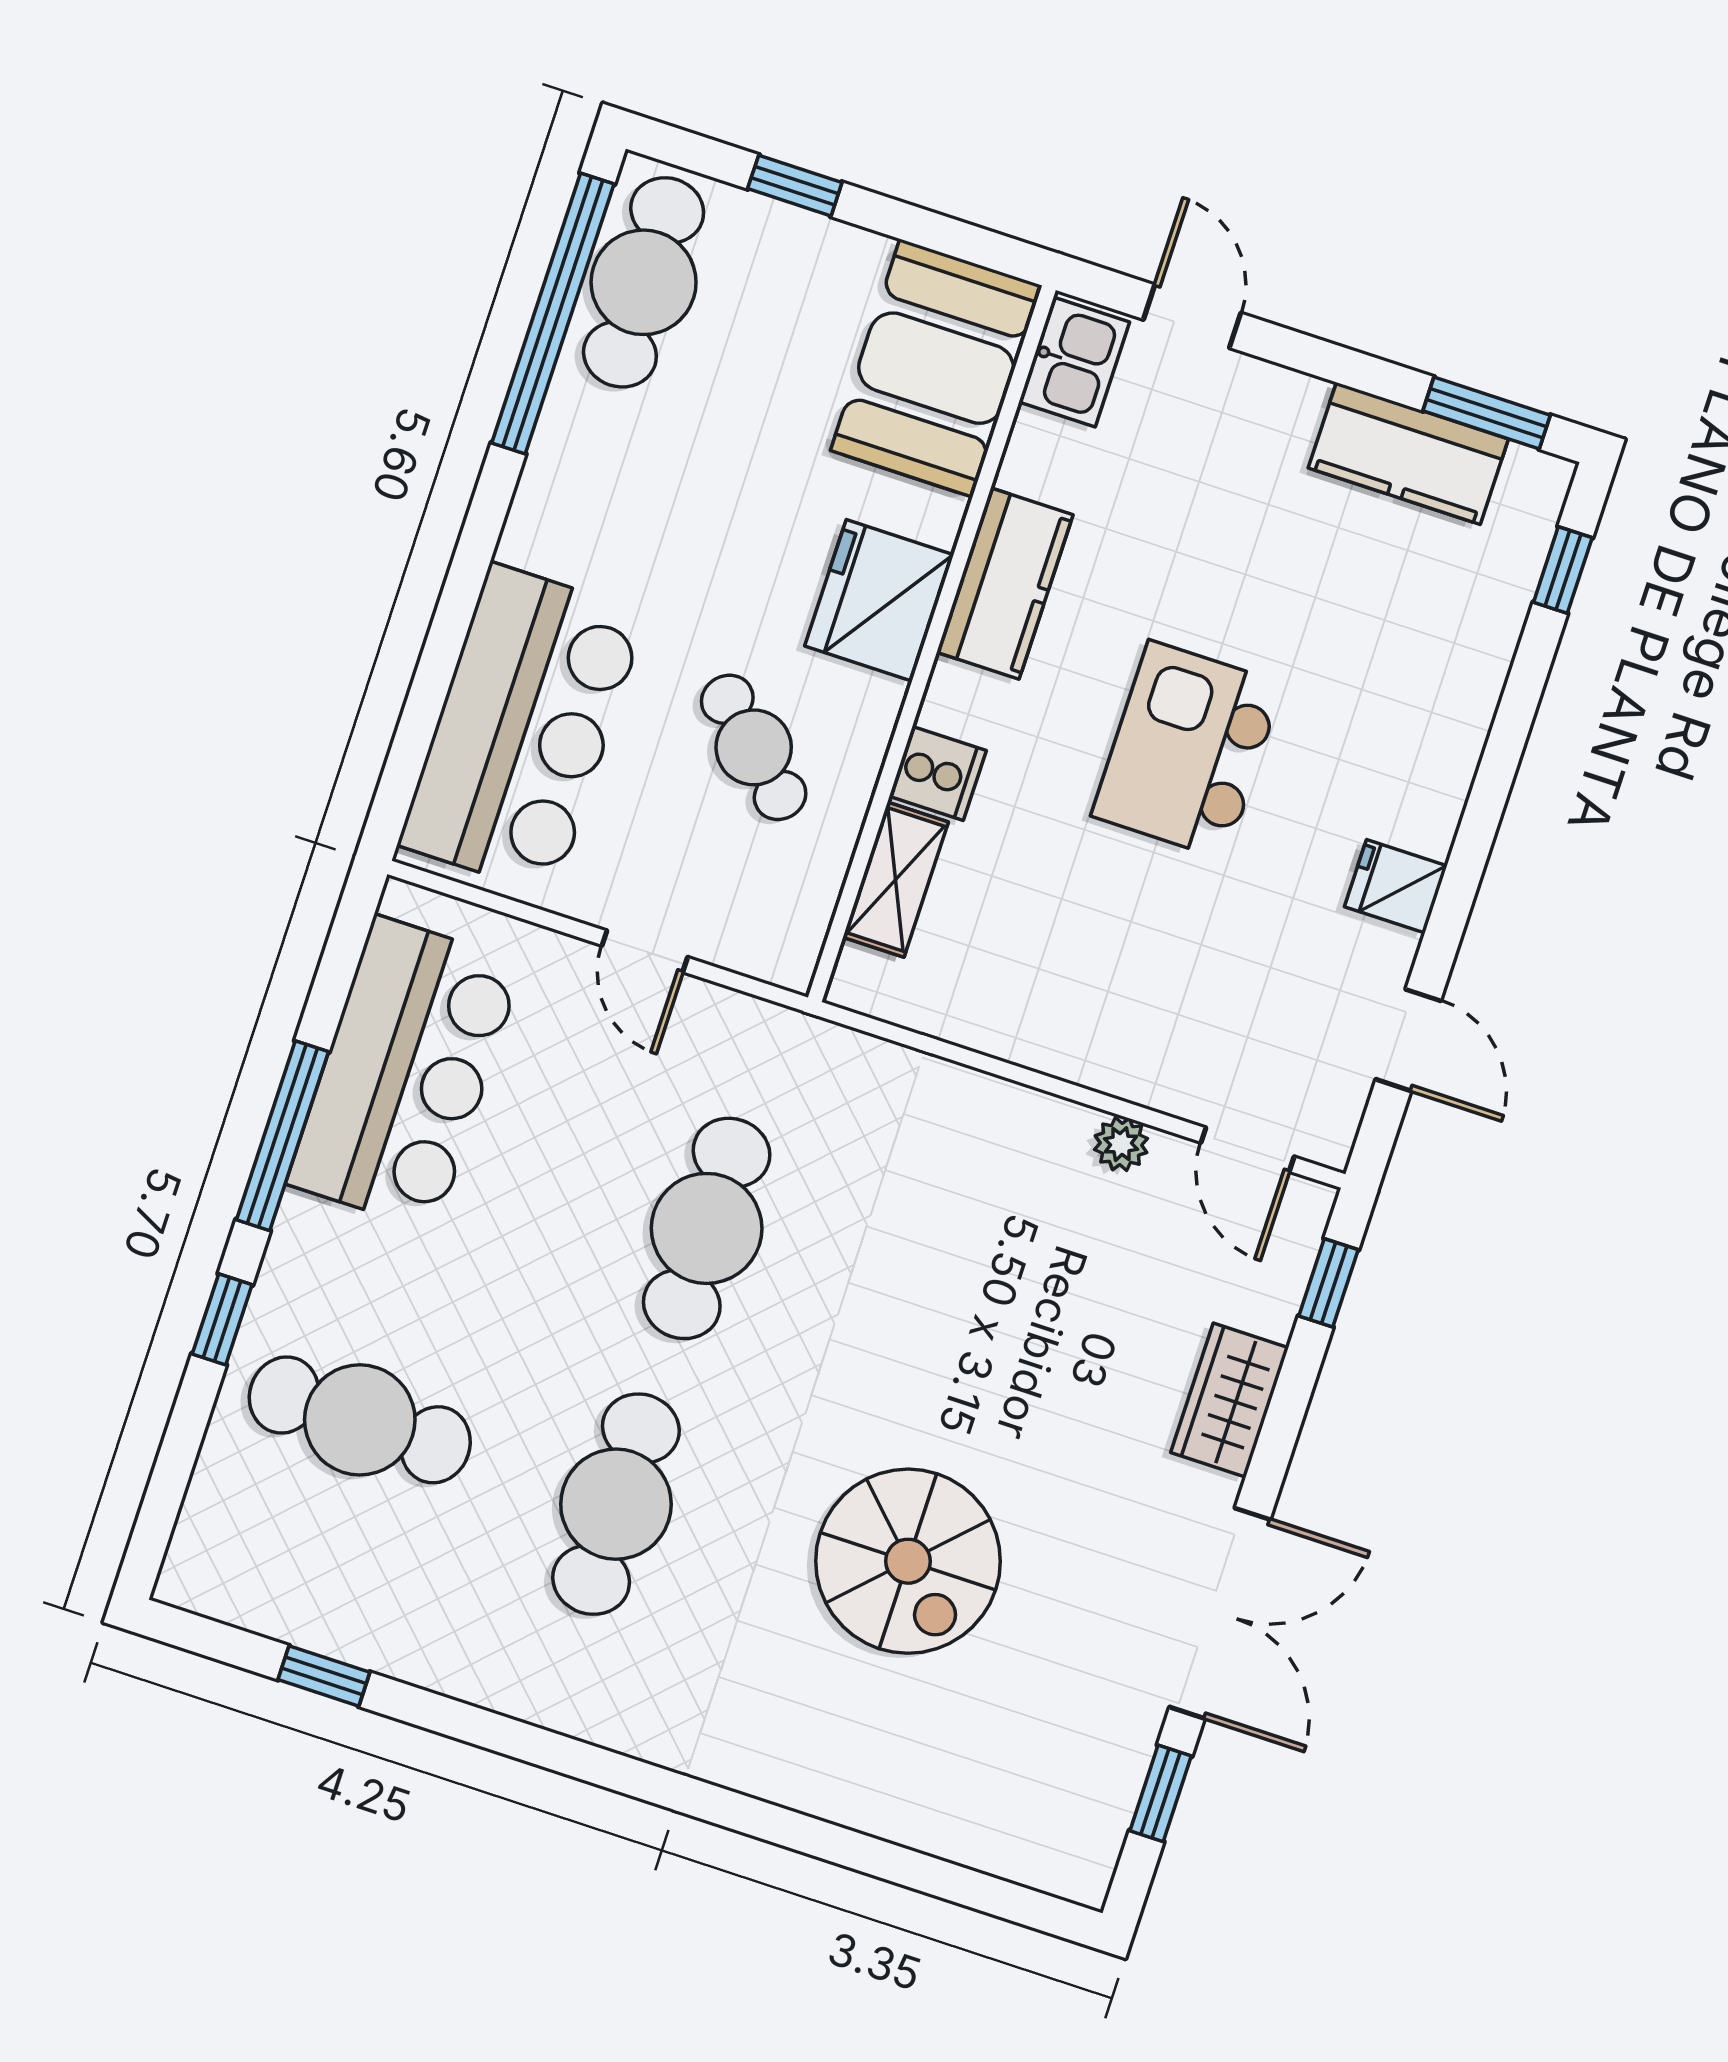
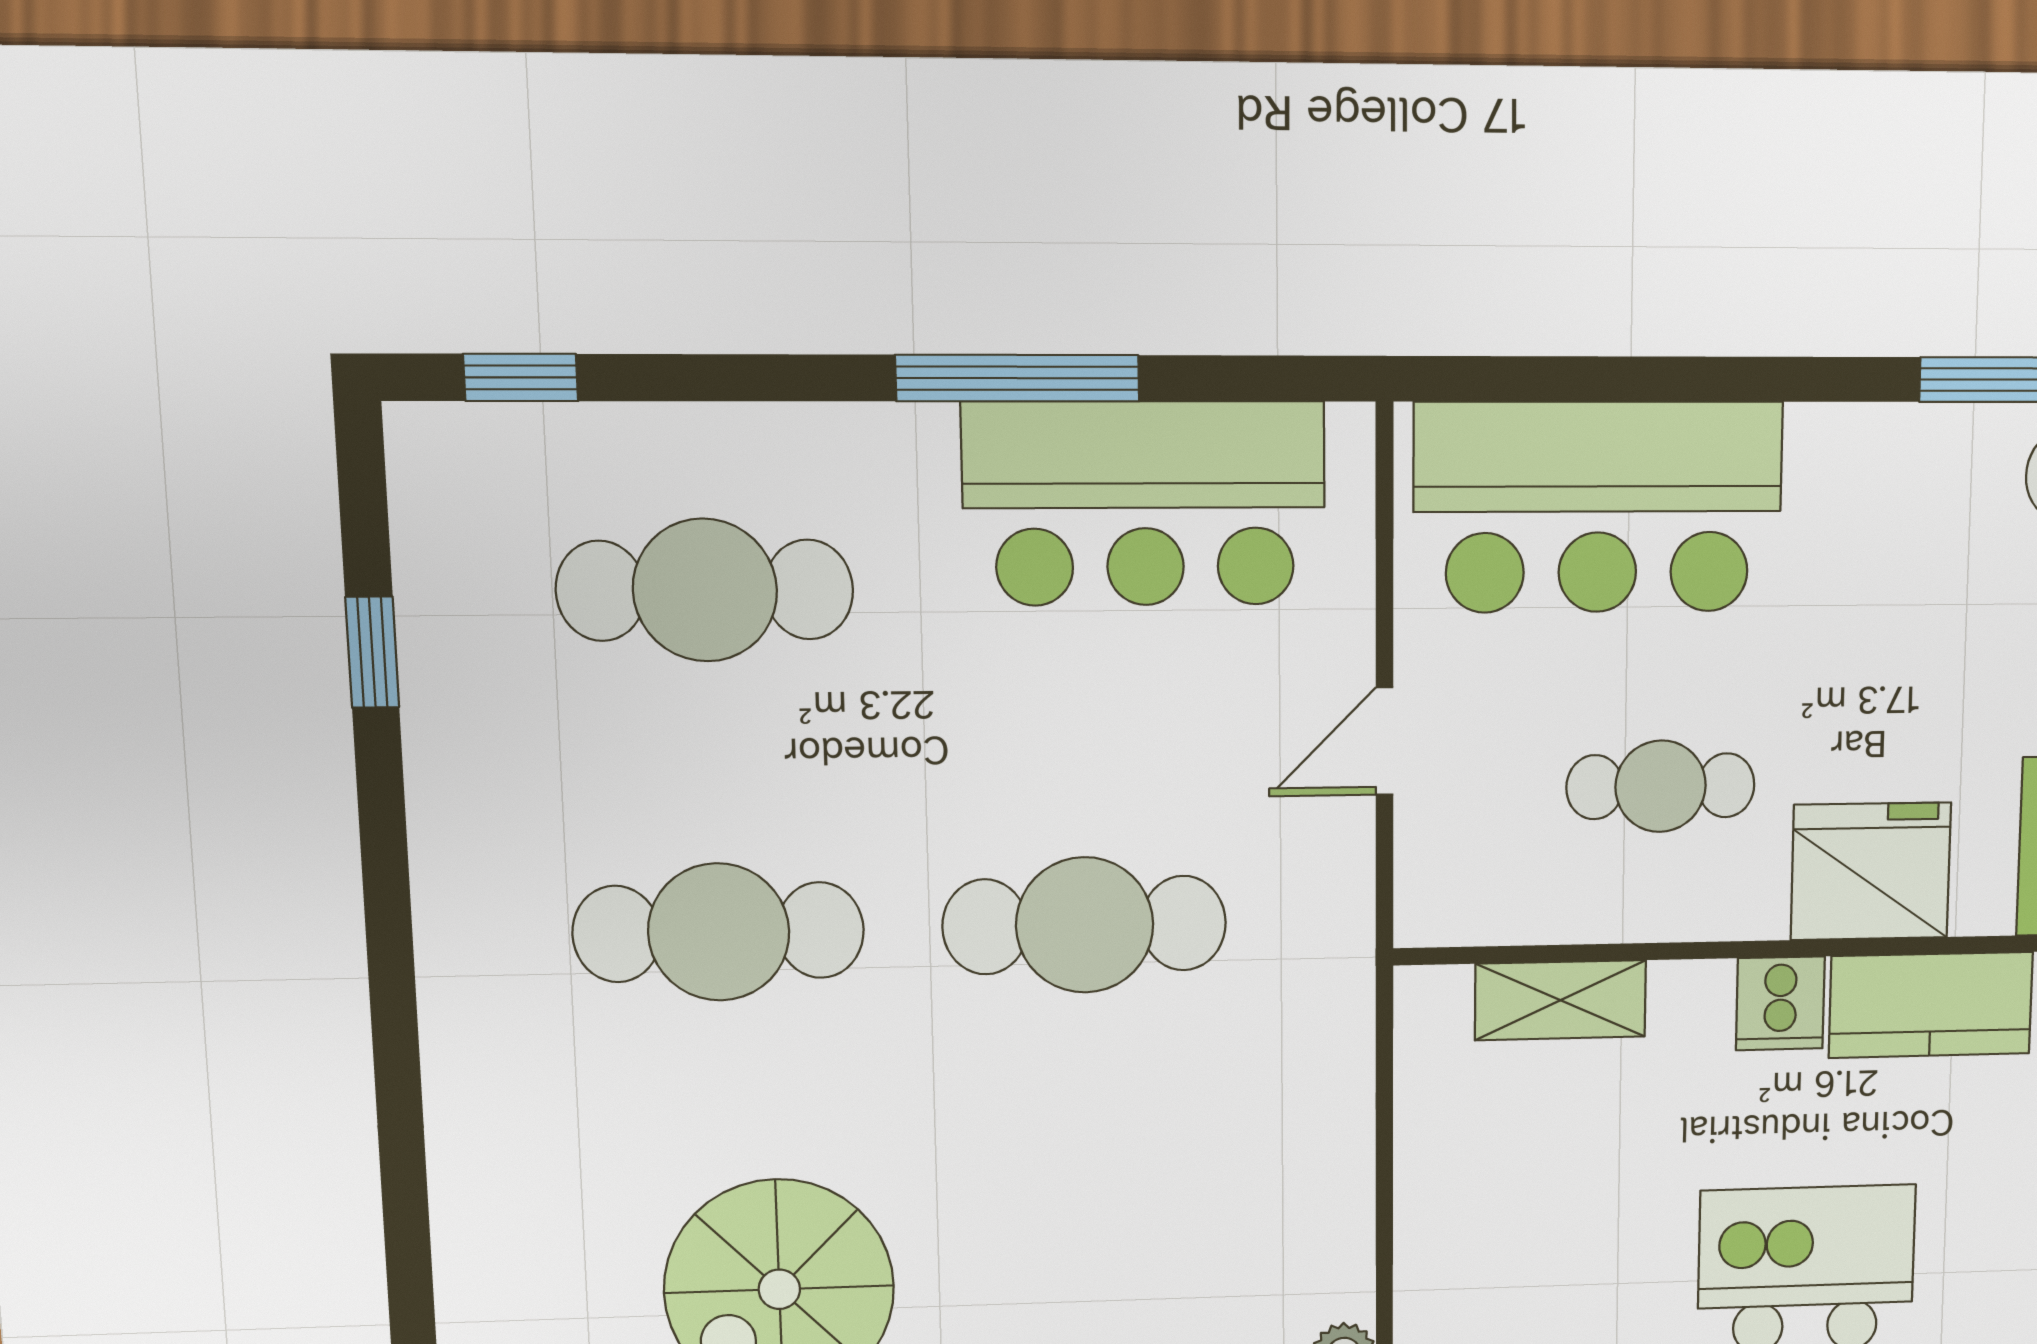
cafe table: (754, 747) -> (1661, 786), turned 47
cooker: (938, 773) -> (1780, 1003), moved
window: (222, 1319) -> (521, 377), moved
cafe table: (360, 1420) -> (705, 590), turned 90

